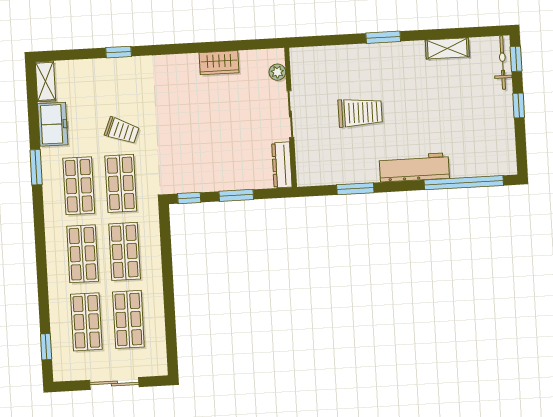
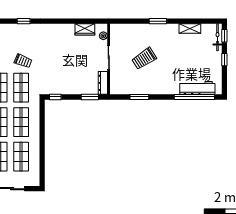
wardrobe: (219, 63) -> (85, 29), moved
trolley: (360, 112) -> (144, 59), turned 147
workbench: (414, 167) -> (197, 88), moved
window: (236, 195) -> (90, 97), moved

